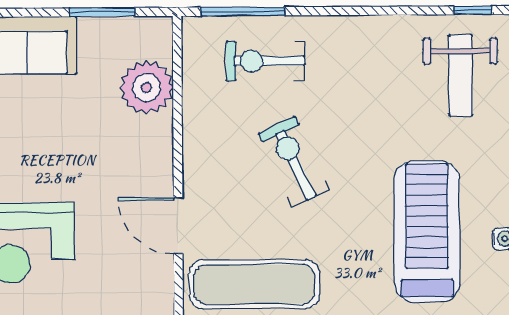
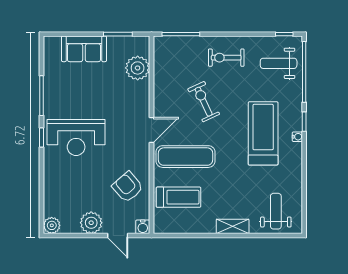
exercise bike: (266, 61) -> (226, 58), moved
weight bench: (460, 75) -> (279, 63), turned 90
door: (178, 226) -> (151, 130), swing flipped

